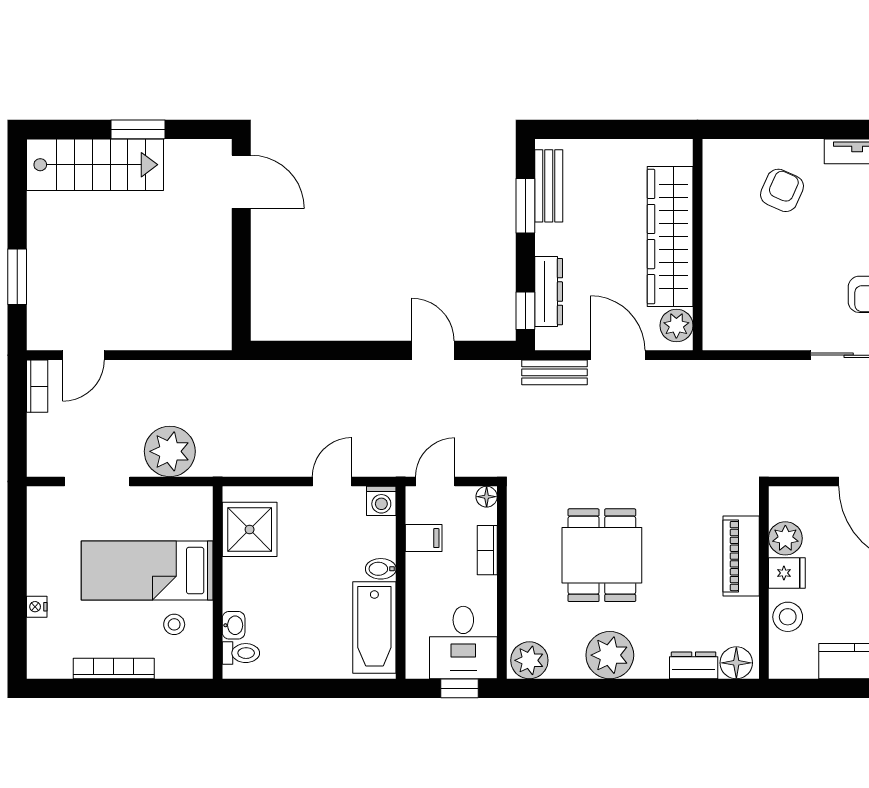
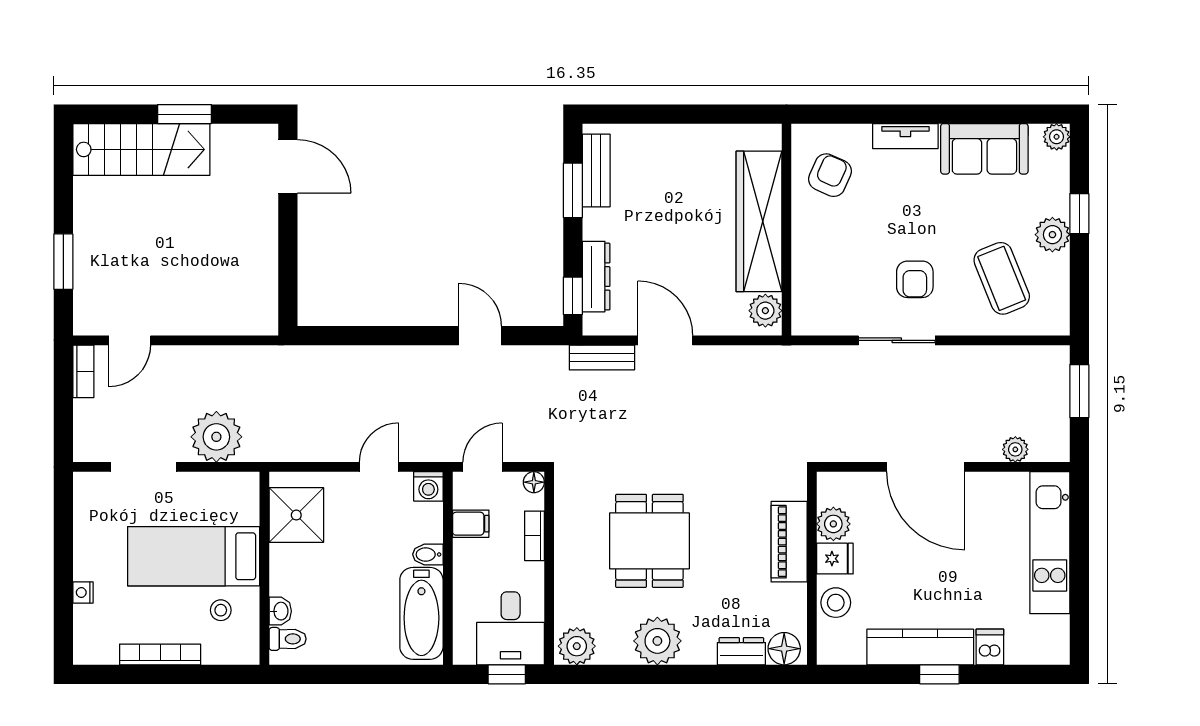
wardrobe: (670, 237) -> (759, 221), moved
wall: (698, 245) -> (787, 230), moved
plant: (676, 326) -> (765, 311), moved

